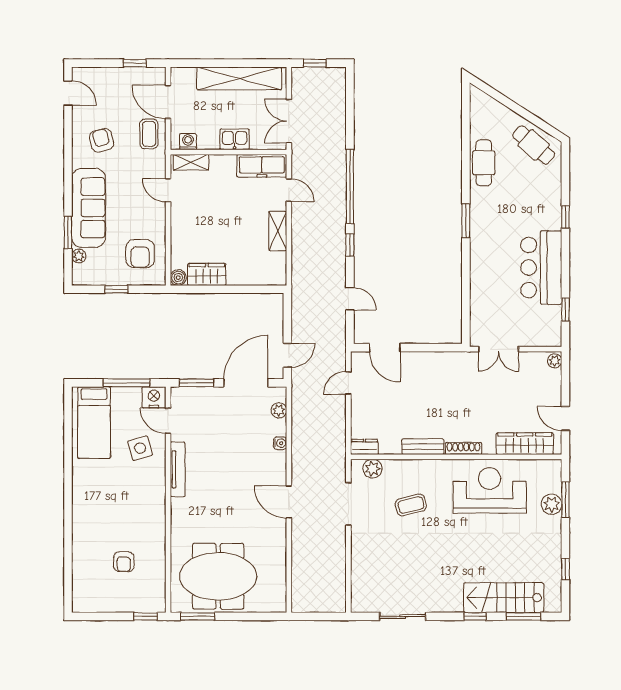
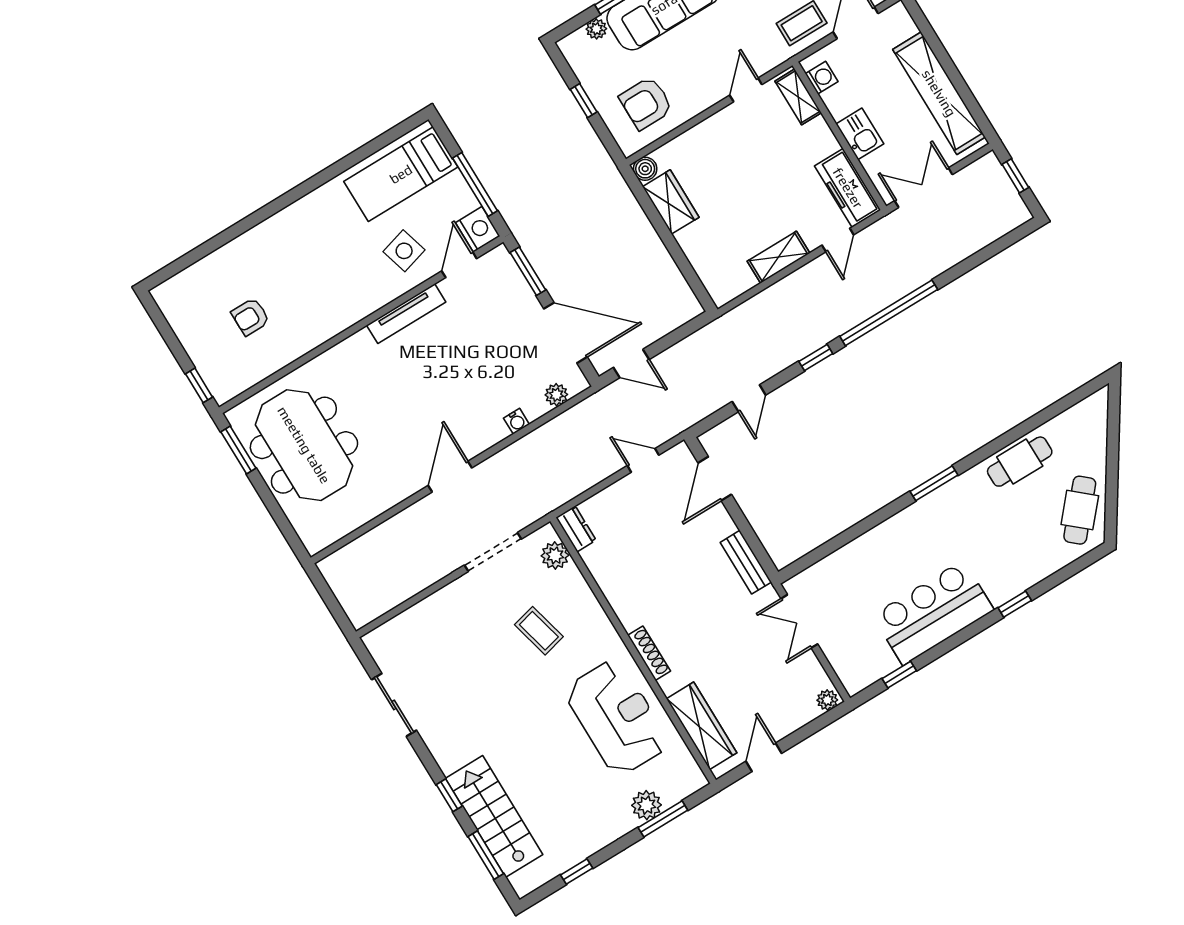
bench: (423, 447) -> (746, 562), moved

